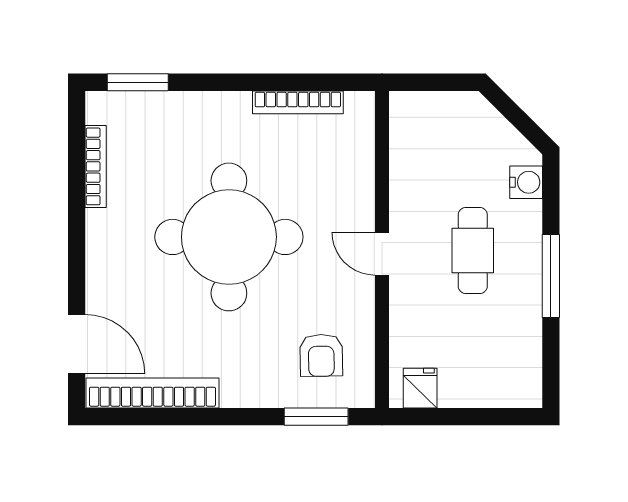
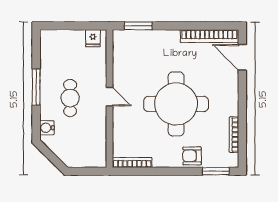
bookcase: (298, 102) -> (132, 162), moved
armchair: (321, 355) -> (192, 156), moved, turned -89

